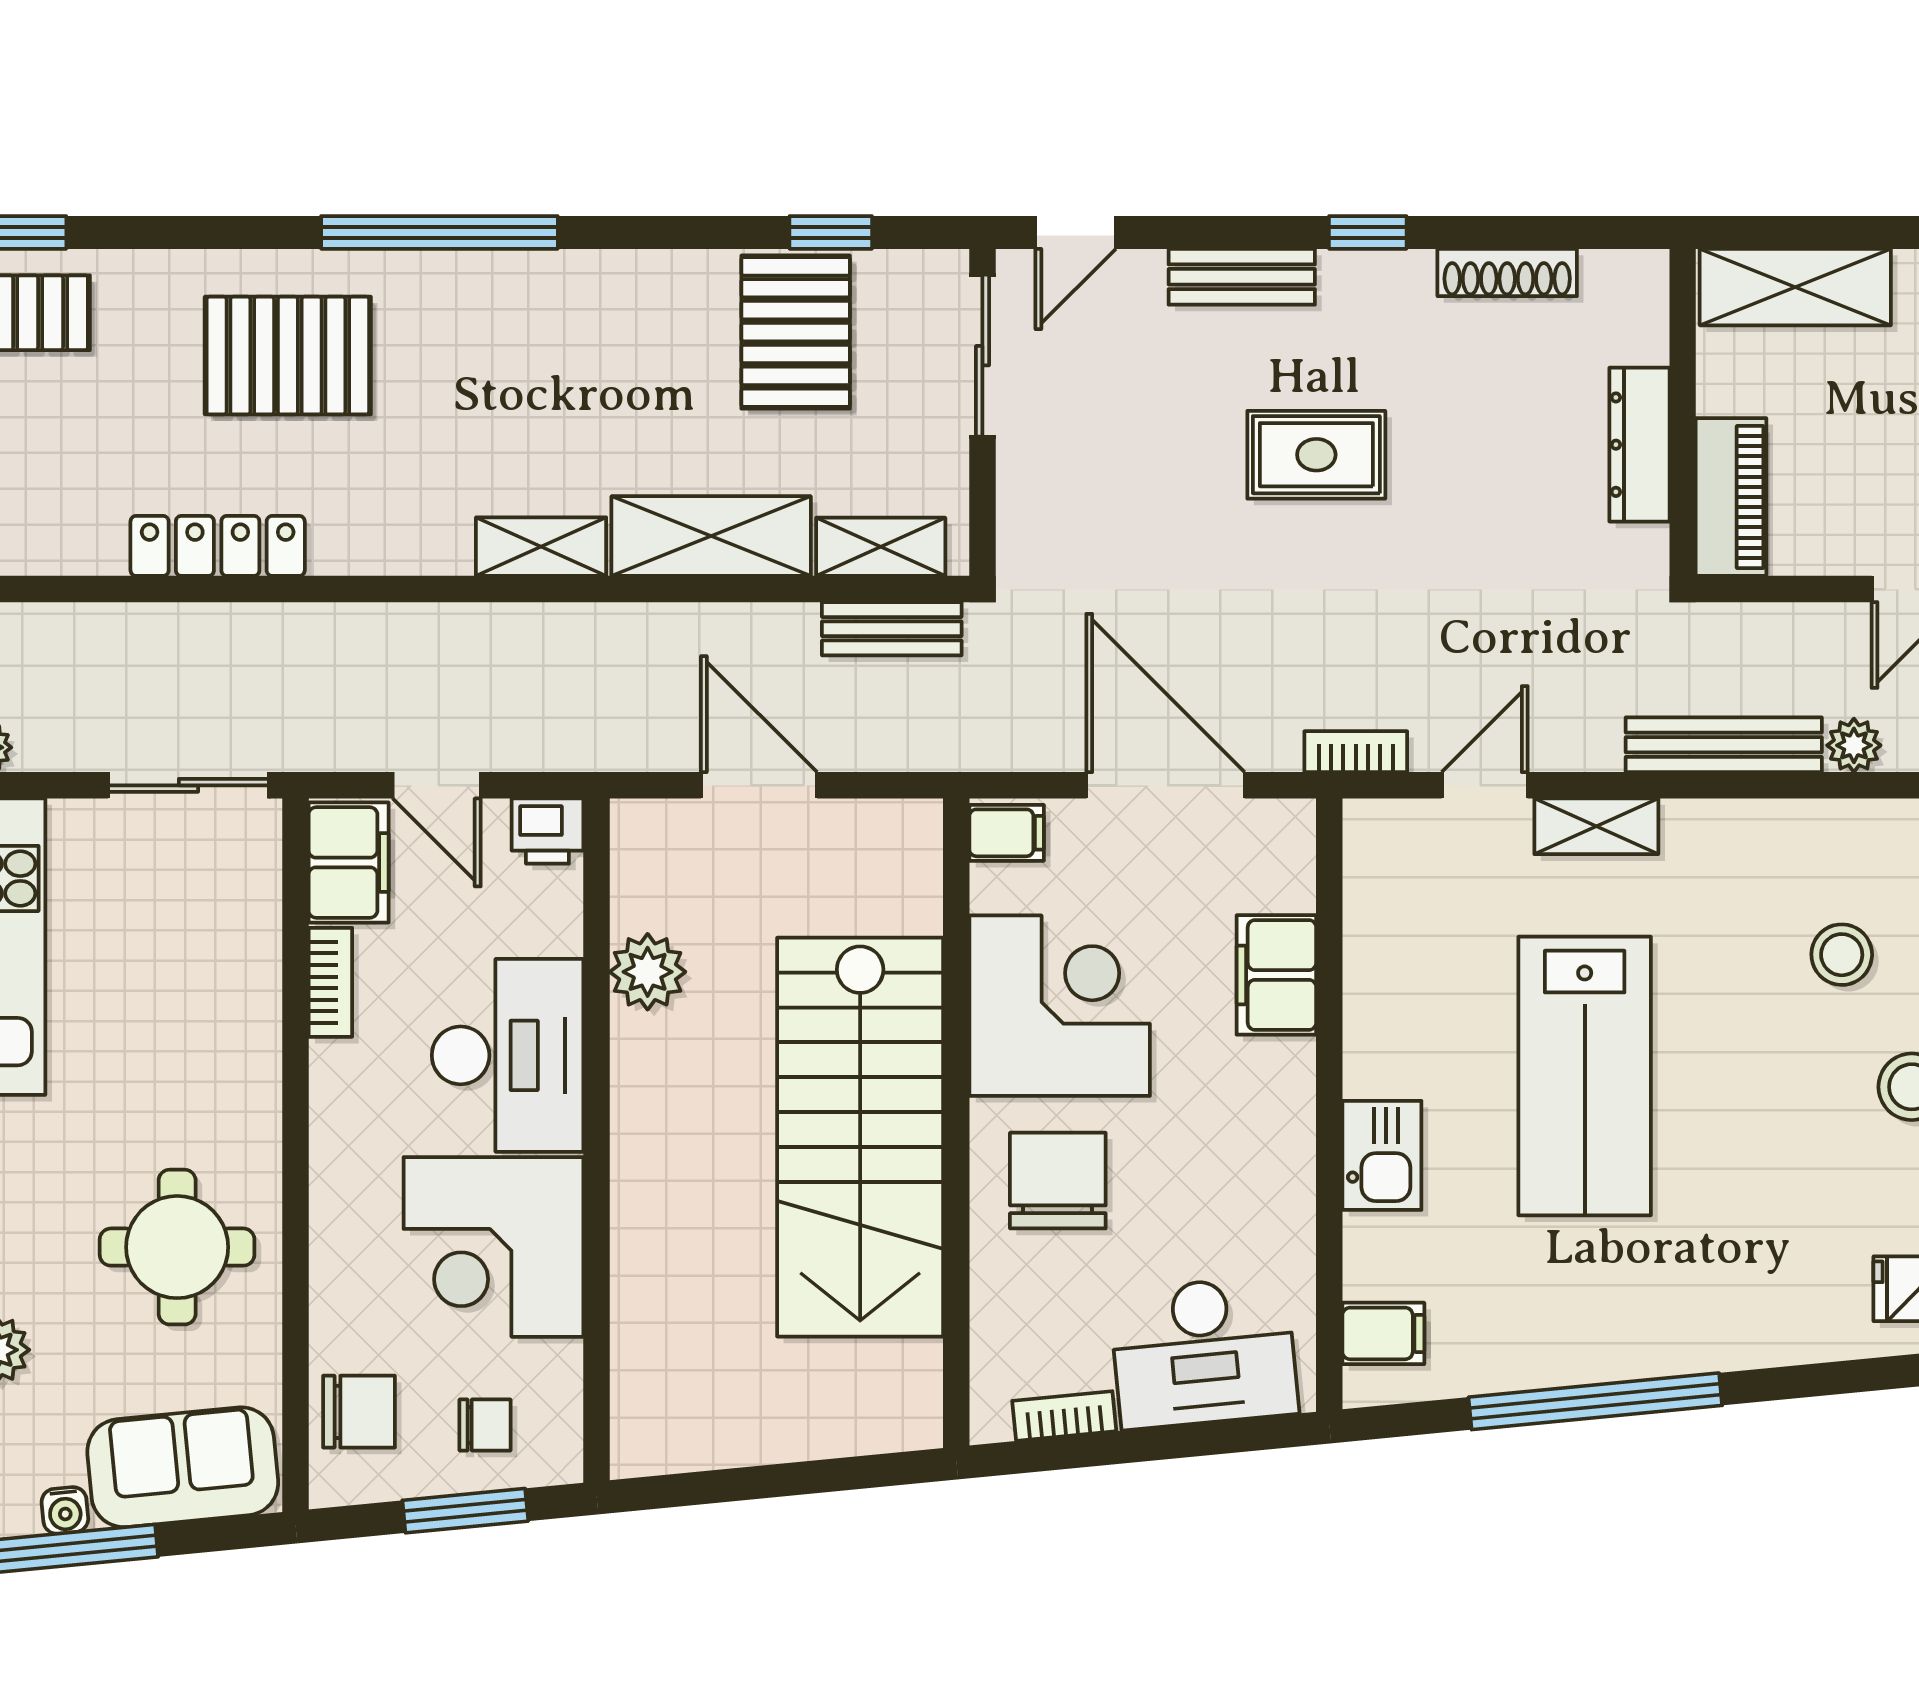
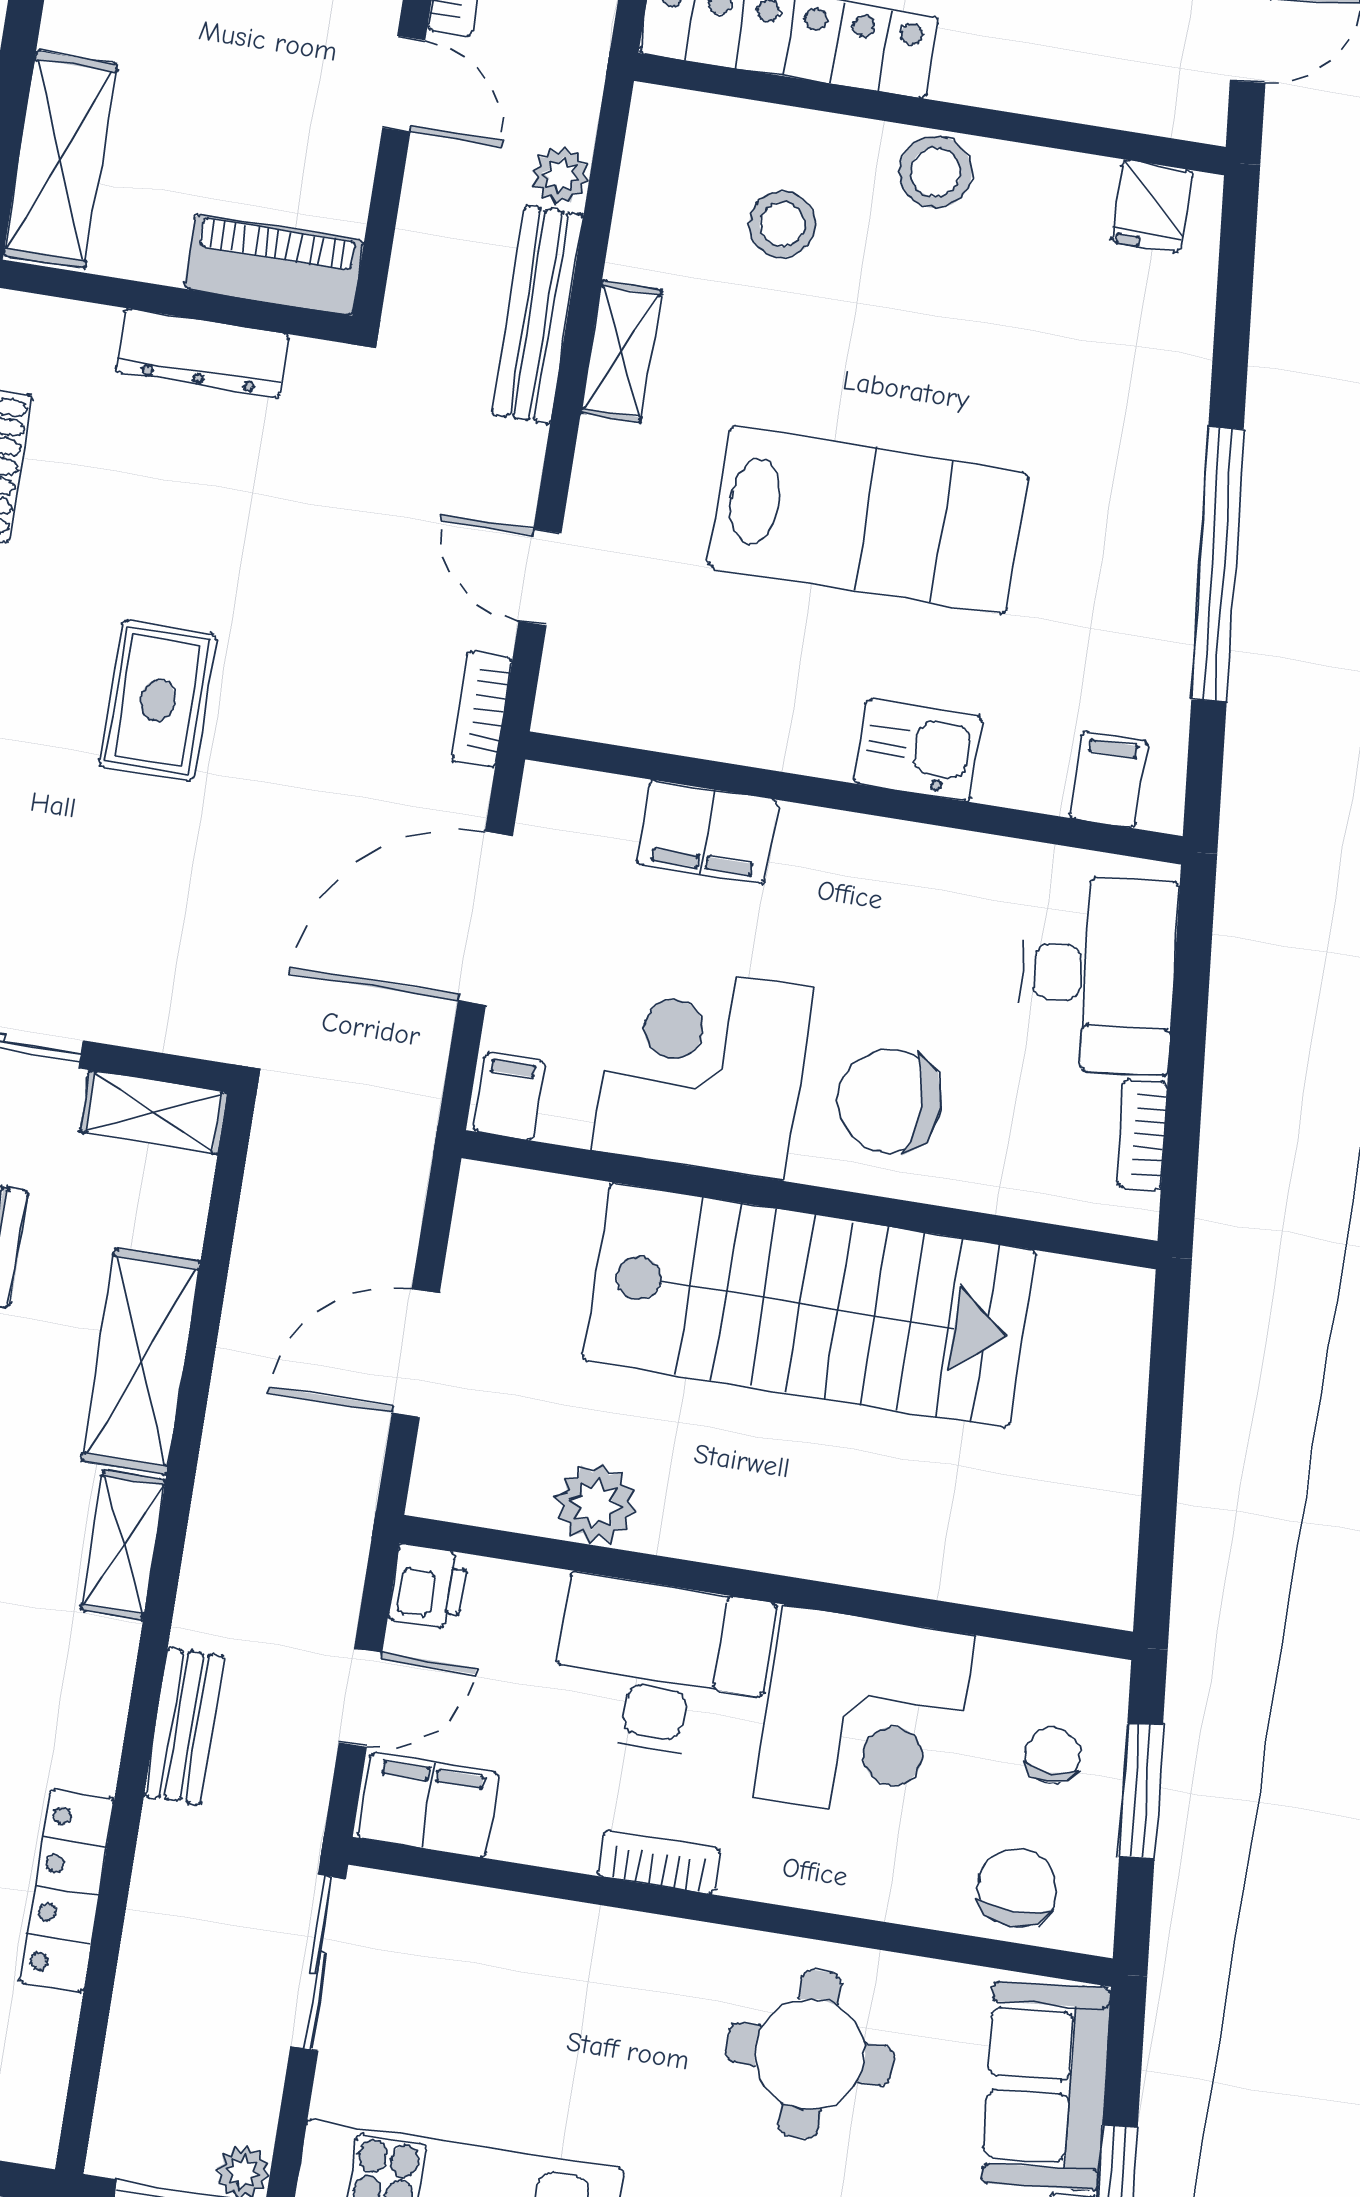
shelving: (881, 547) -> (154, 1112), moved, turned 90
bench: (892, 629) -> (184, 1726), moved
shelving: (1596, 826) -> (621, 352), moved
bookcase: (330, 982) -> (659, 1862), moved

